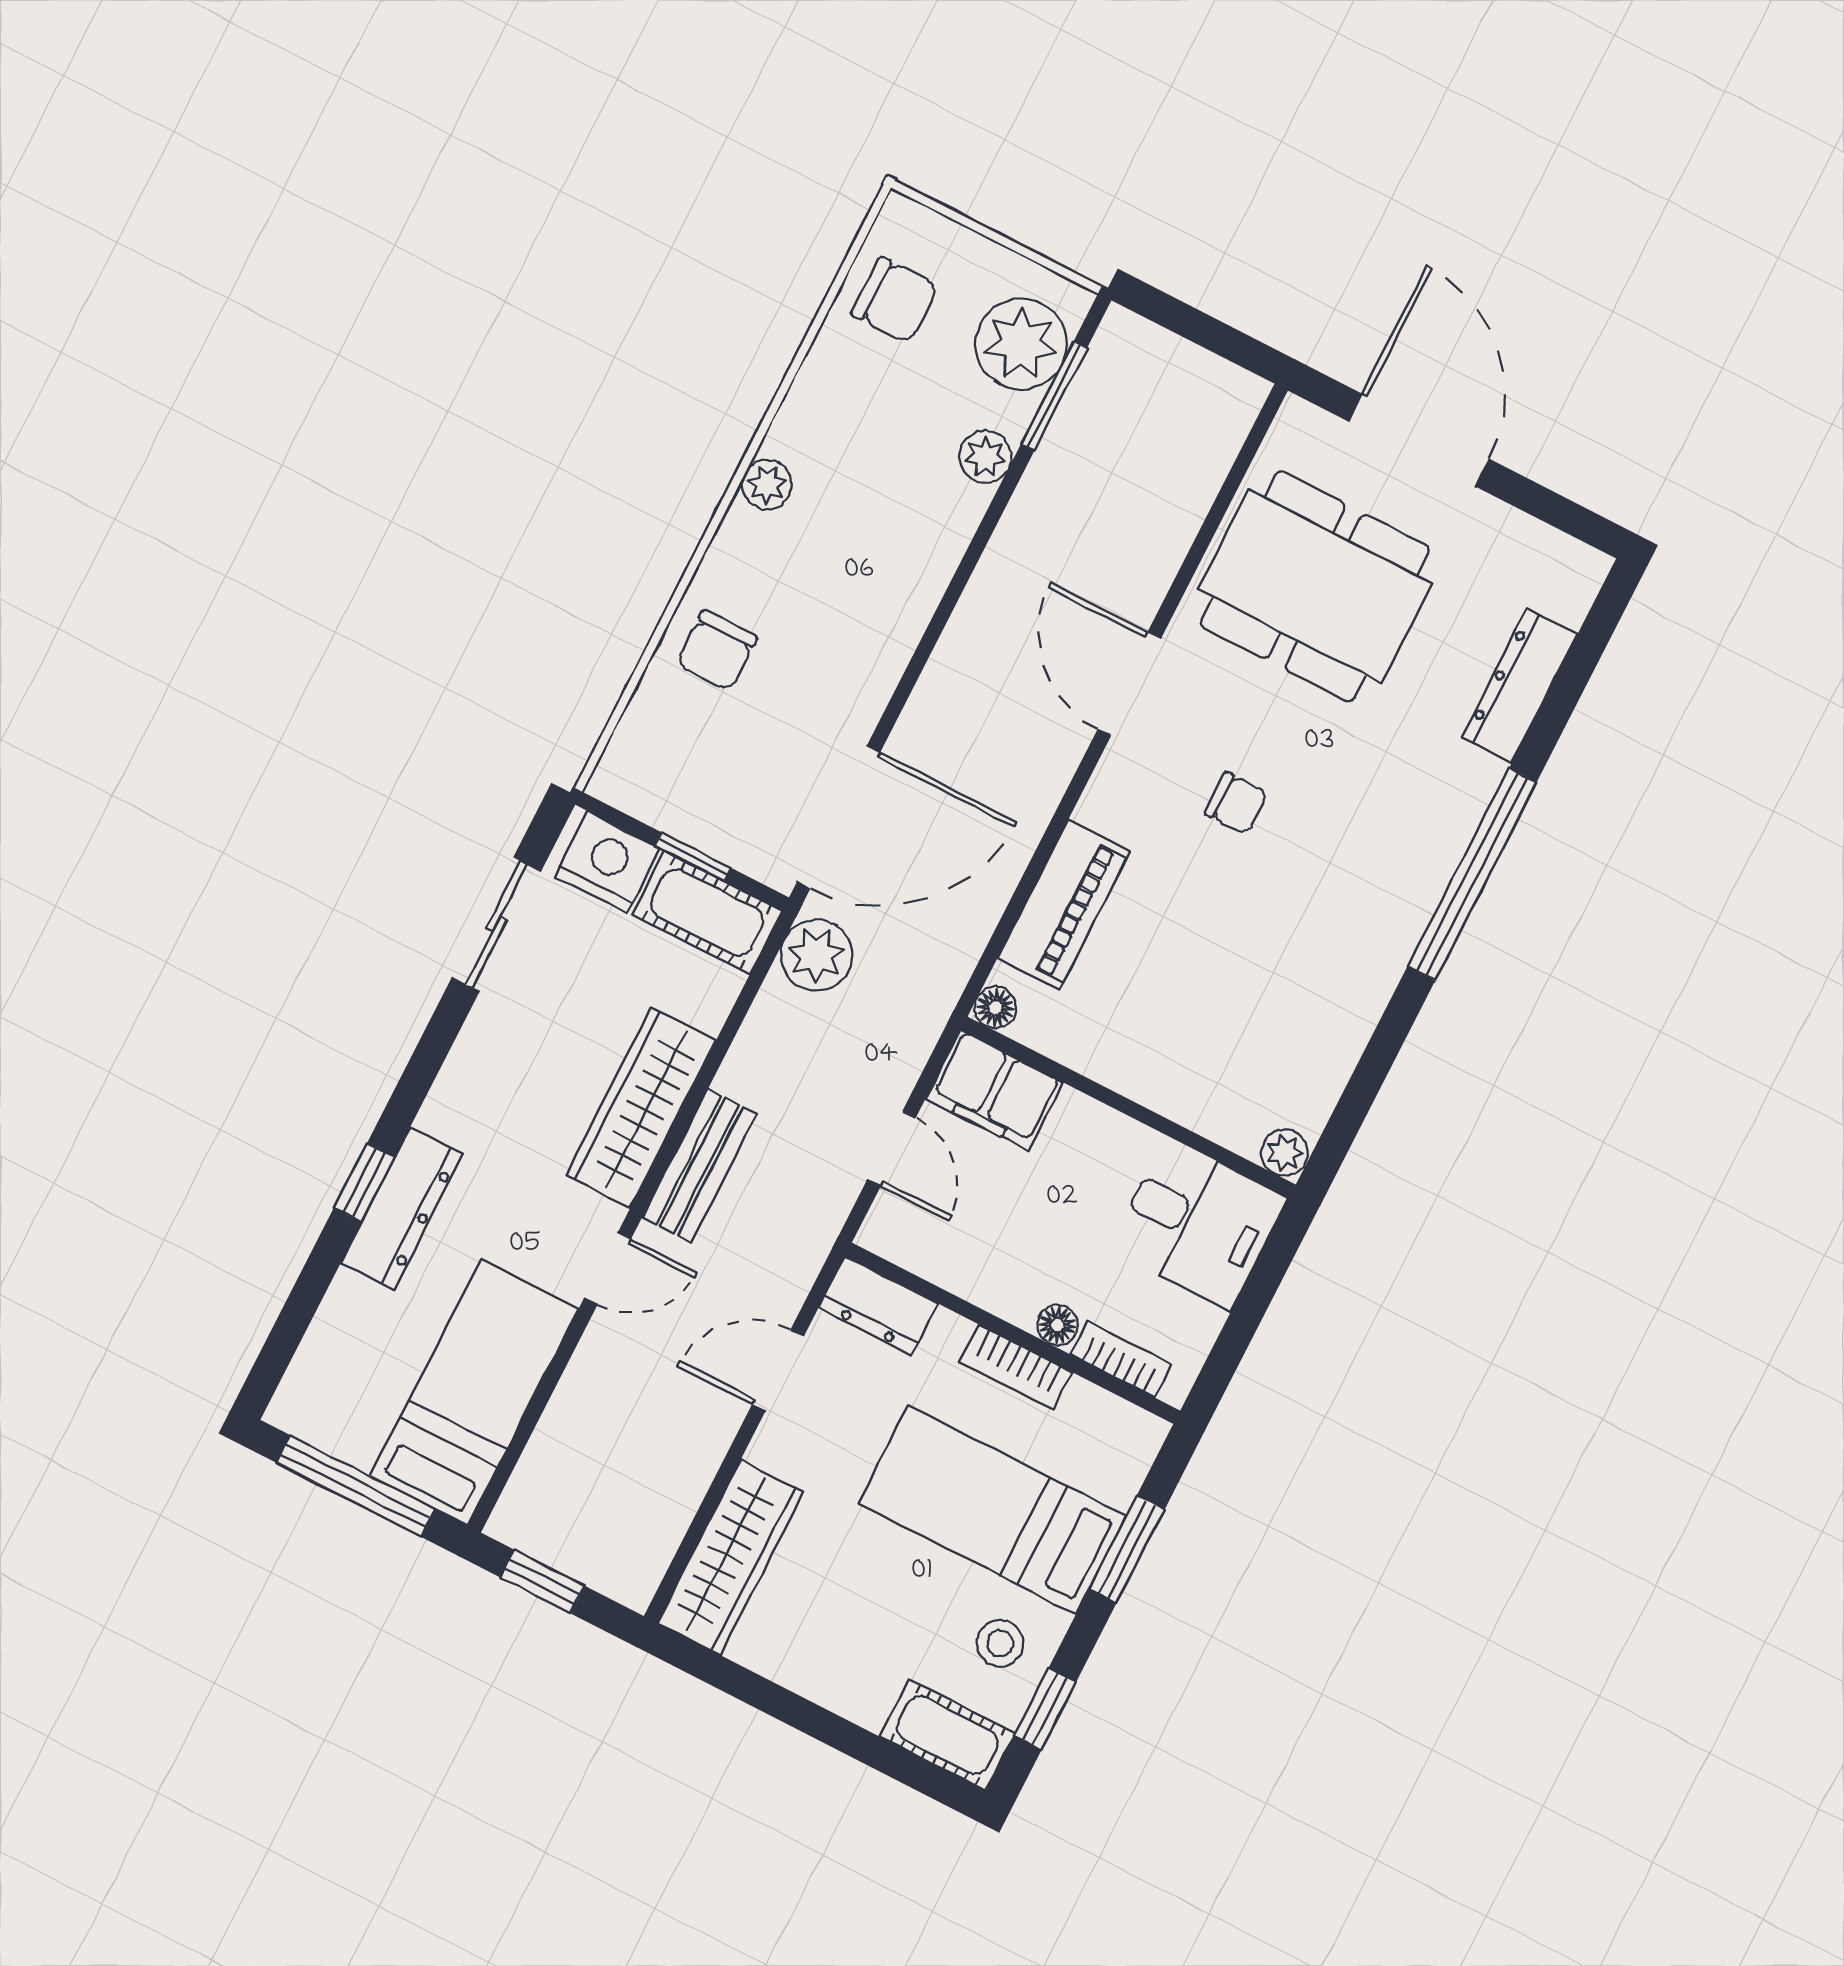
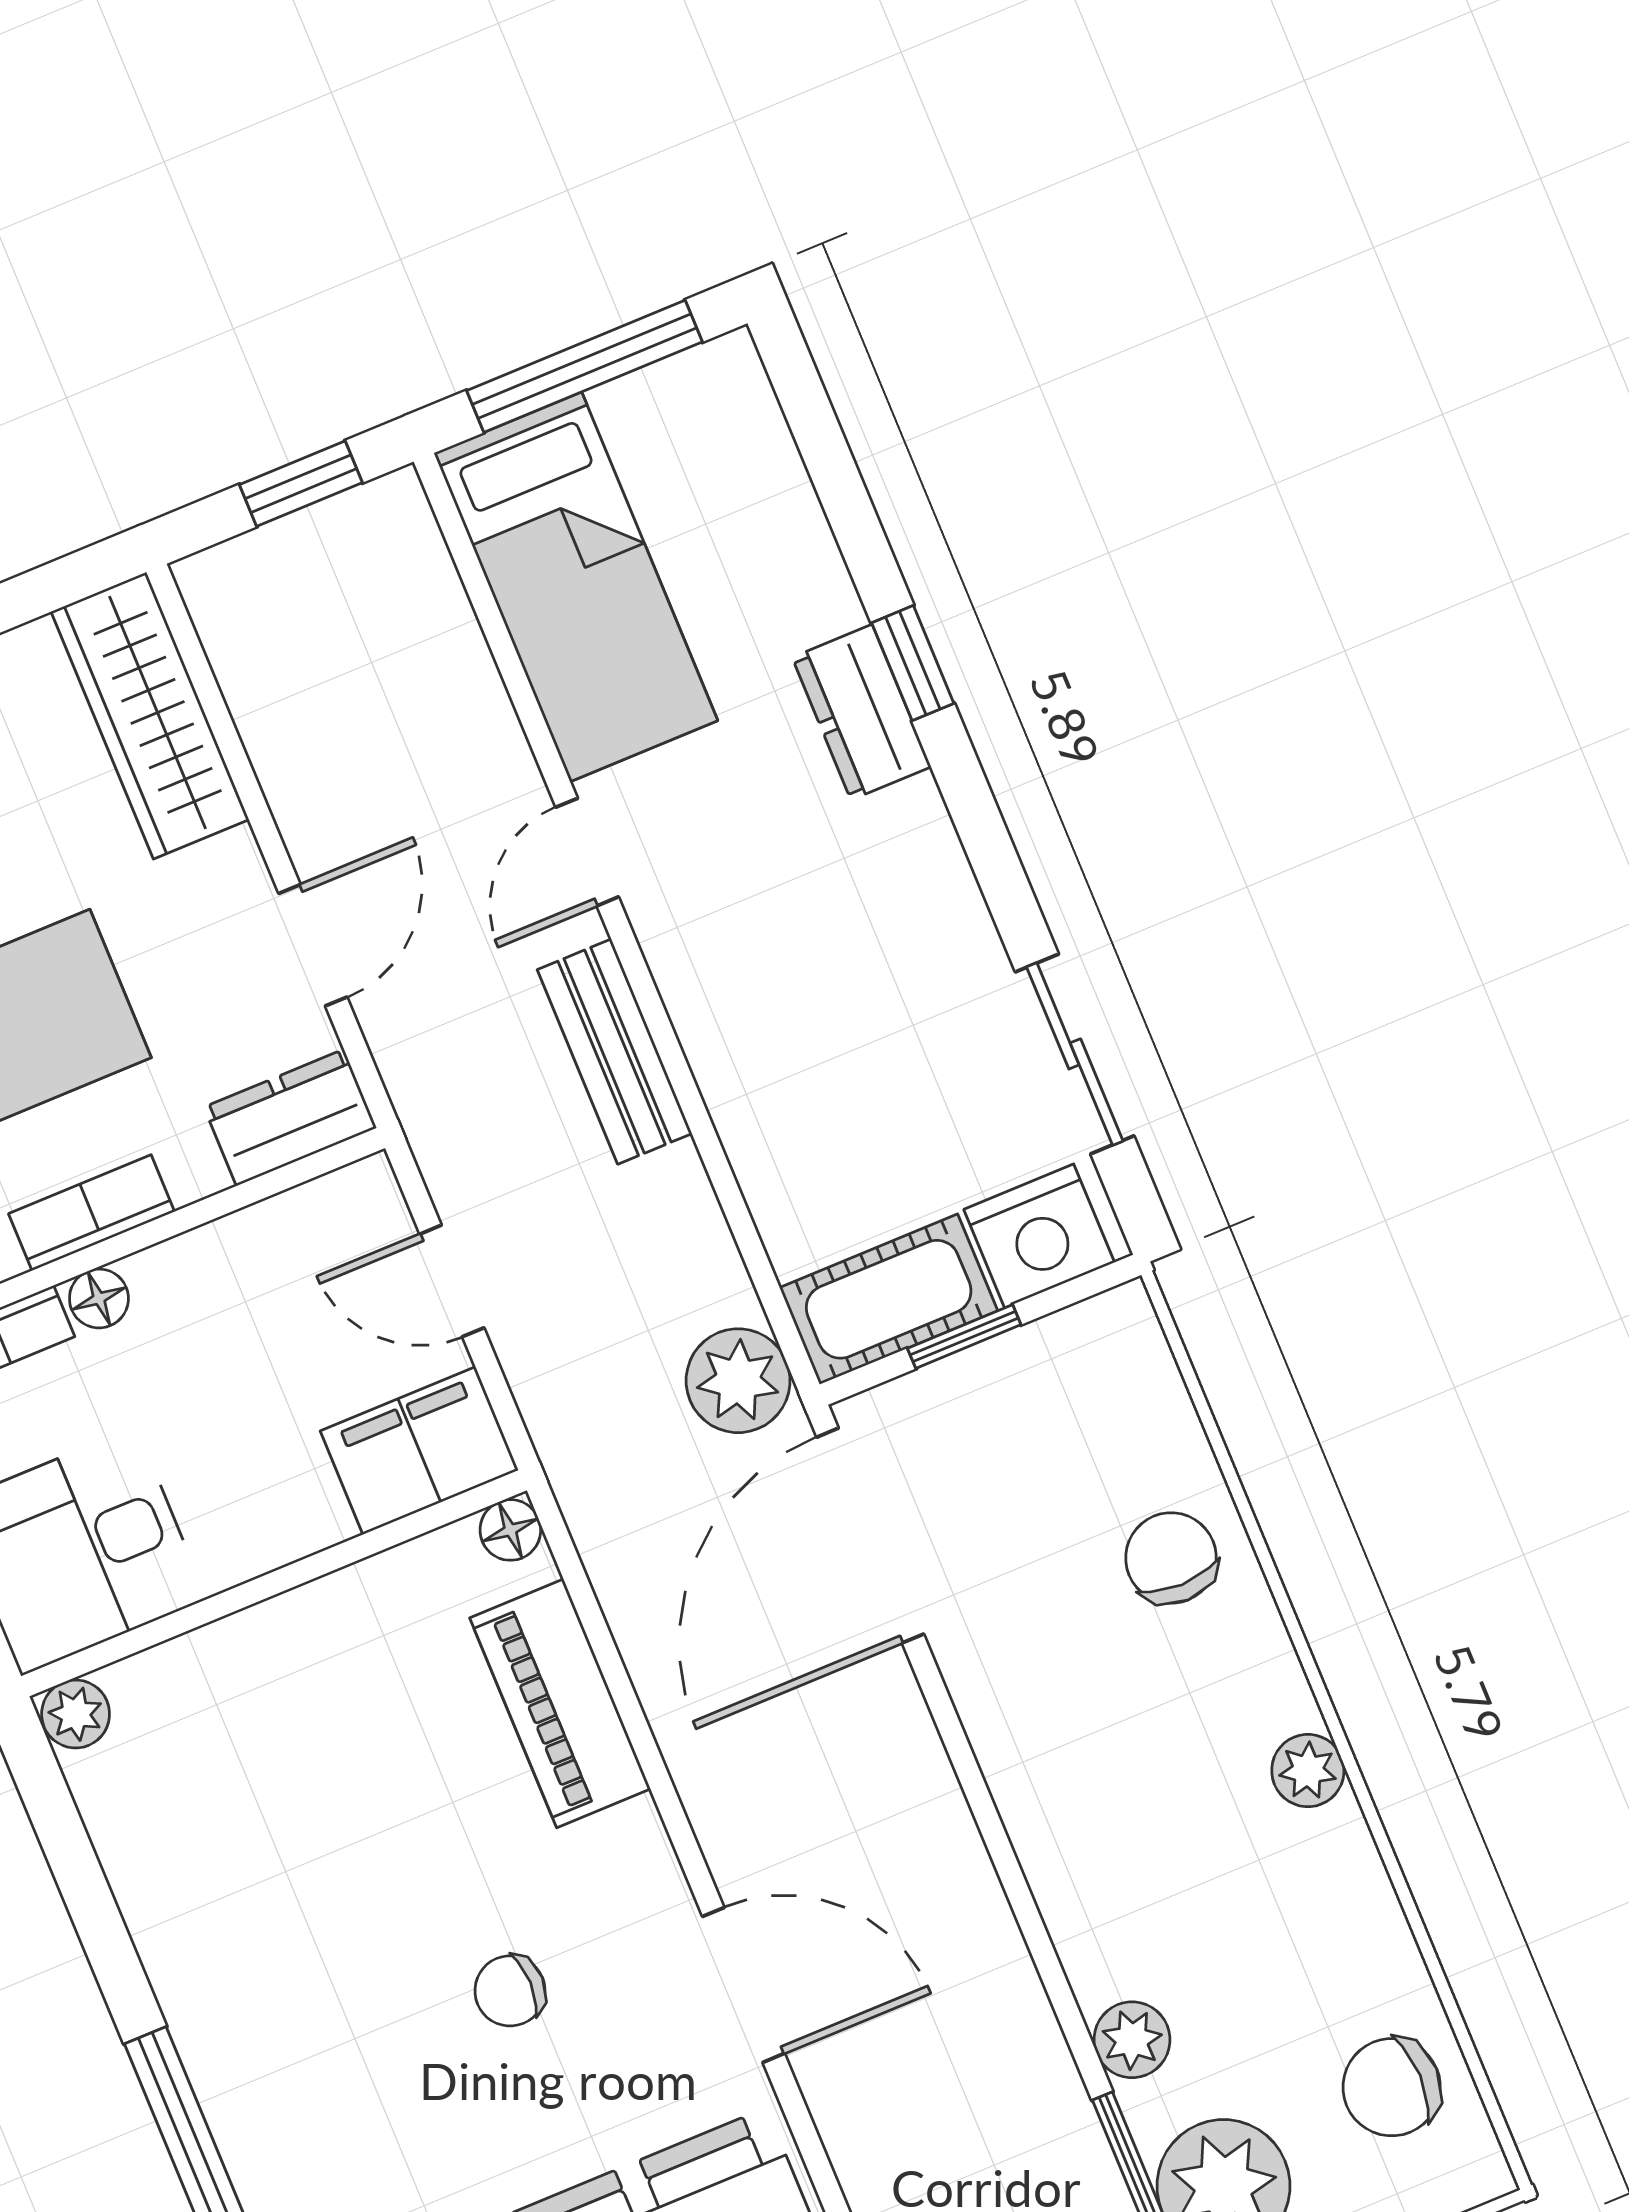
wardrobe: (641, 1108) -> (735, 1041), removed
dresser: (402, 1208) -> (862, 712), width x0.70

